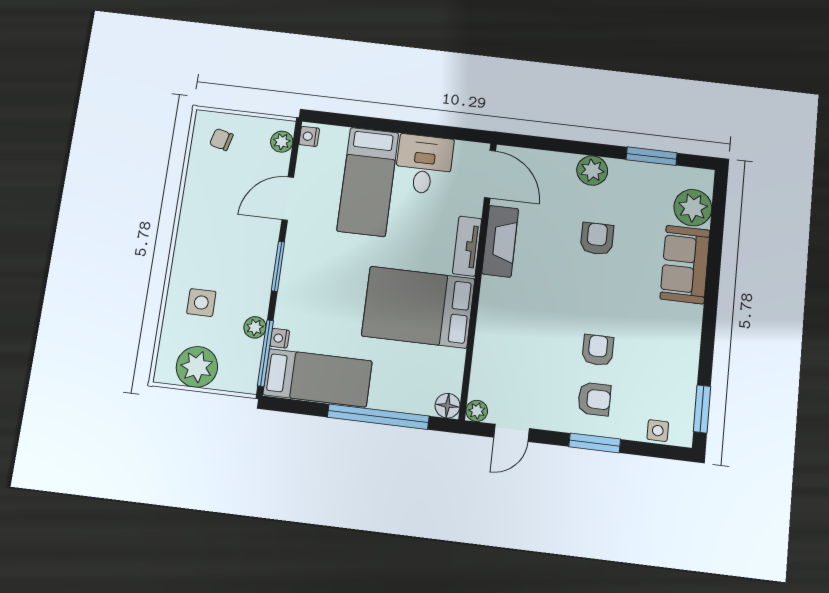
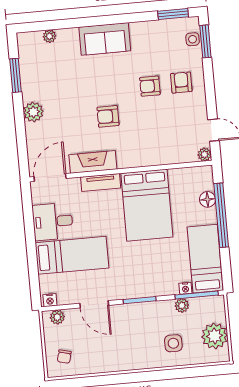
plant: (693, 208) -> (49, 36), width x0.53, depth x0.53
armchair: (597, 239) -> (108, 116), moved
sofa: (685, 265) -> (105, 39), moved
floor lamp: (448, 406) -> (207, 199), moved
window: (595, 443) -> (205, 41), moved

